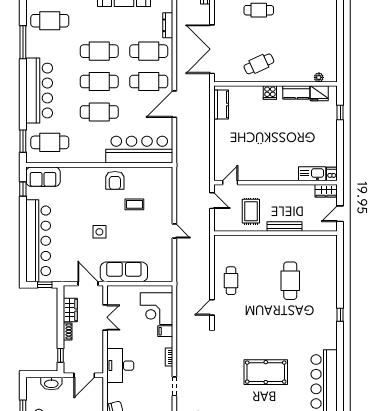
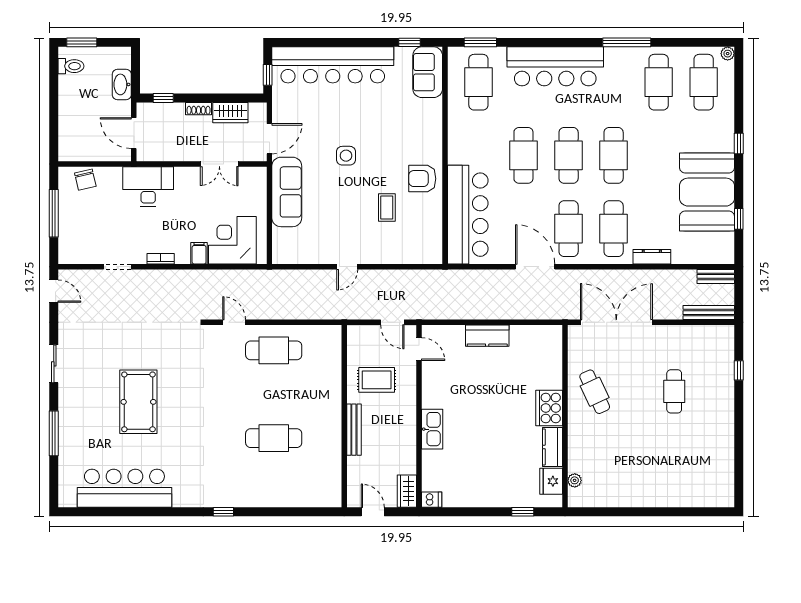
cooker: (270, 93) -> (549, 408), width x1.87, depth x1.31
kitchen counter: (221, 105) -> (487, 336), moved
kitchen sink: (312, 174) -> (432, 429), moved
door: (212, 201) -> (392, 322), hinge flipped
cafe table: (231, 281) -> (274, 350), width x1.37, depth x1.35

